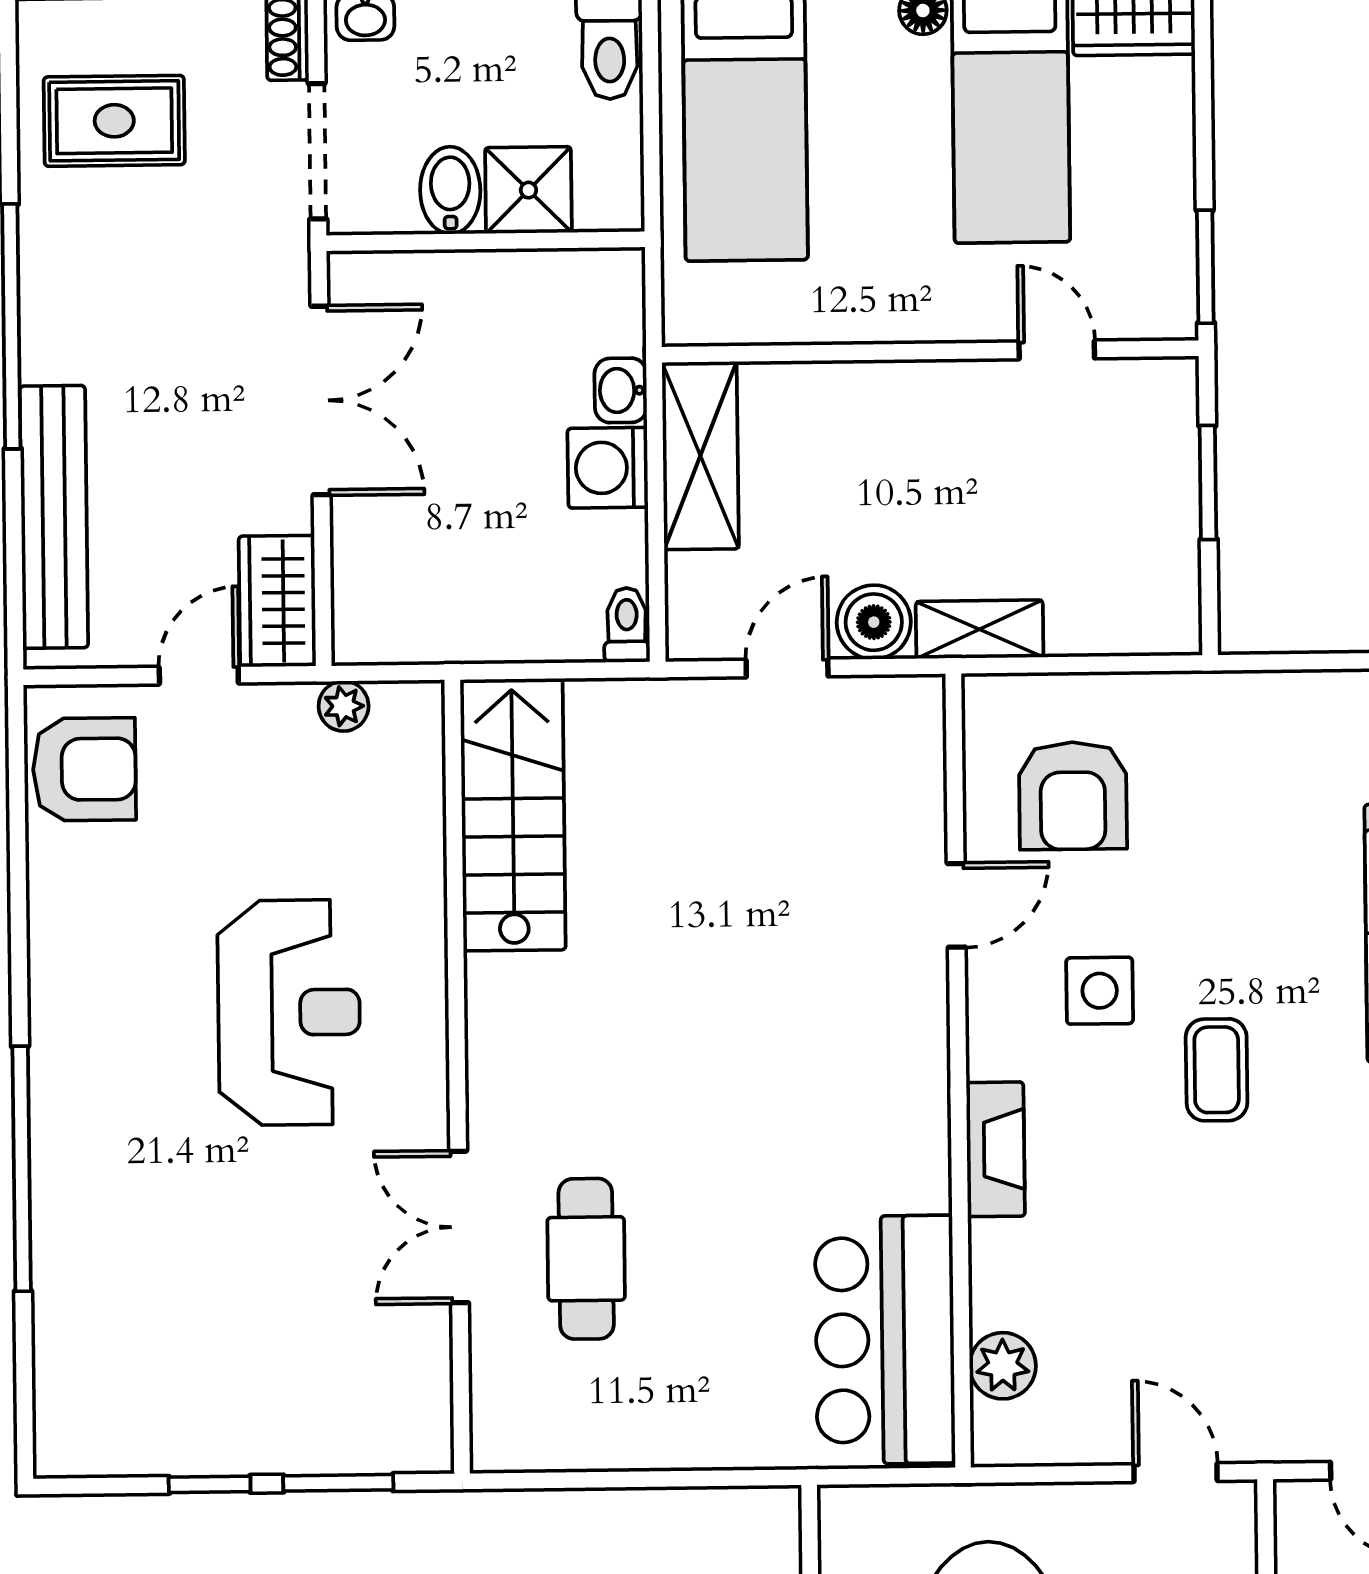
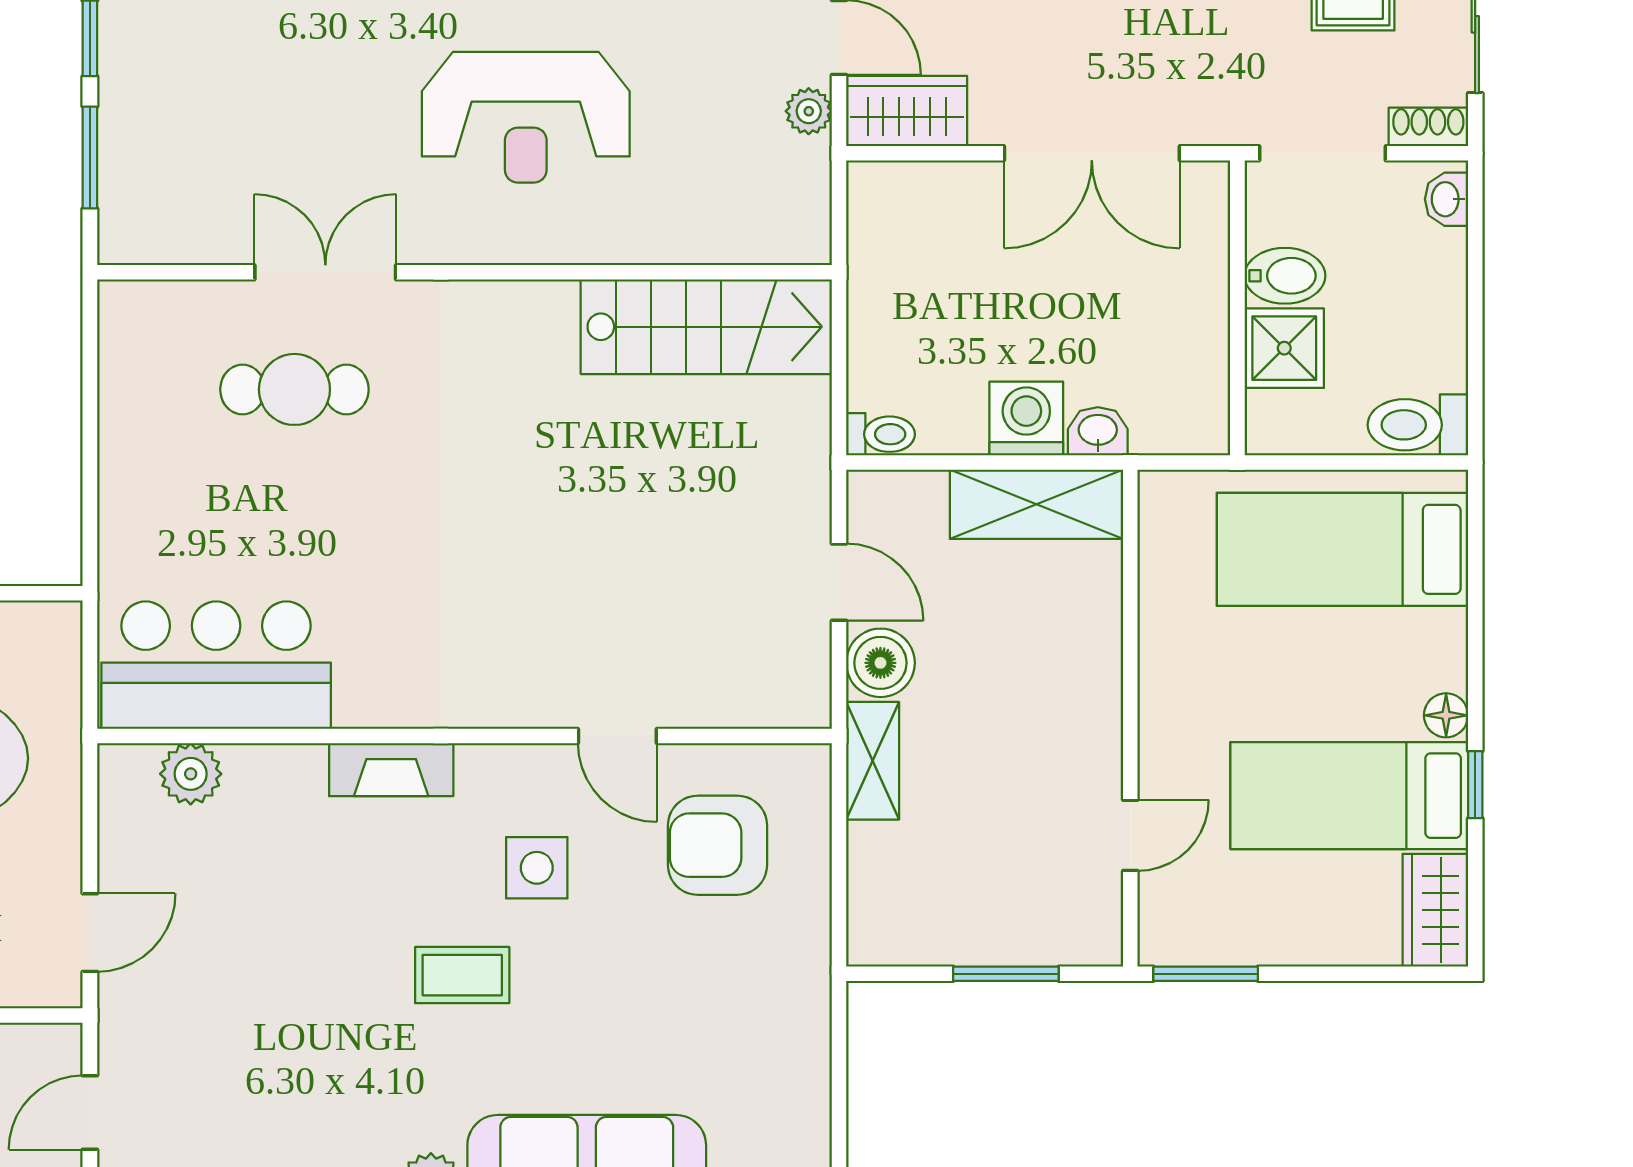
plant: (344, 706) -> (809, 111), moved

